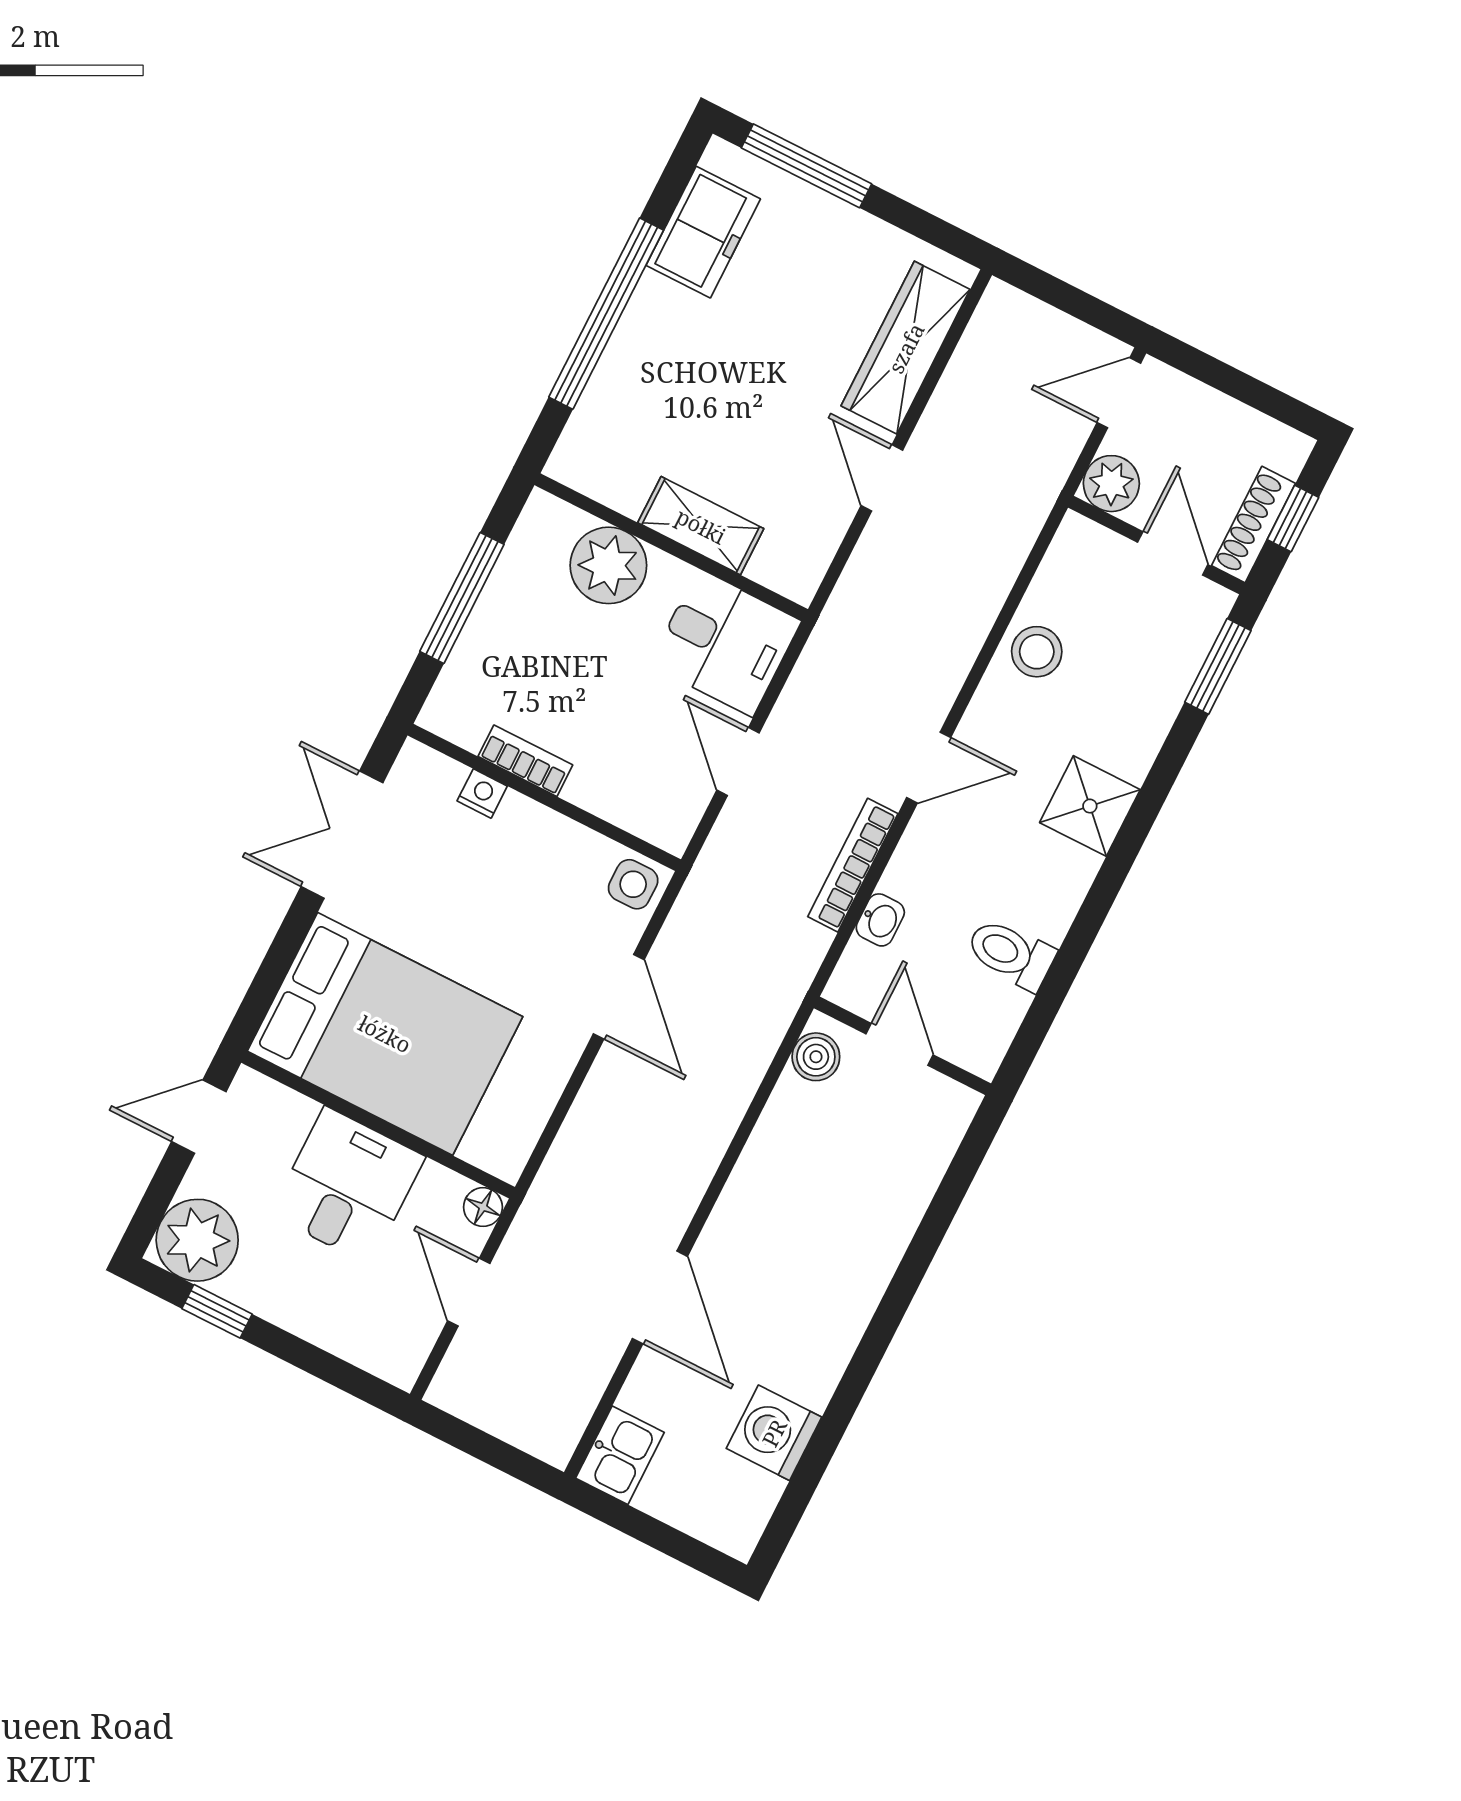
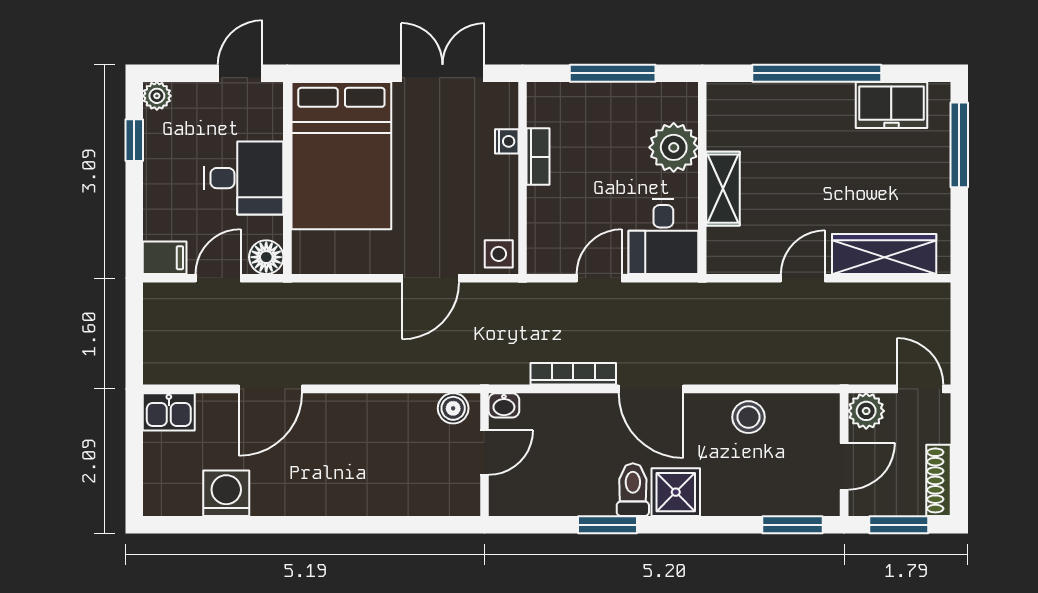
window: (1293, 519) -> (899, 525), width x1.50
shoe rack: (1254, 524) -> (938, 480), moved, turned -90
door: (929, 768) -> (651, 389), width x1.38
washbasin: (880, 920) -> (504, 405), moved
window: (1087, 924) -> (608, 525), added
toilet: (1011, 954) -> (633, 490), moved
door: (199, 1117) -> (240, 73), hinge flipped
floor lamp: (483, 1207) -> (266, 257), width x1.37, depth x1.37
plant: (197, 1240) -> (157, 96), width x0.53, depth x0.53
filing cabinet: (402, 1352) -> (165, 258), added

